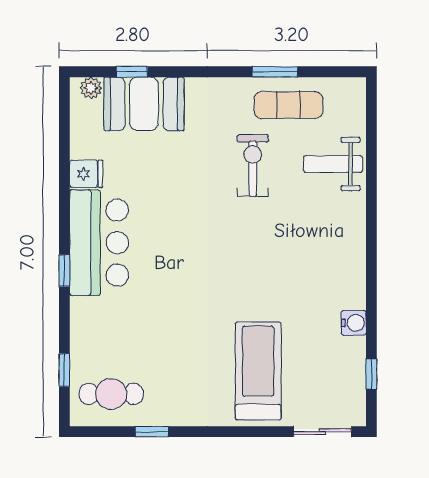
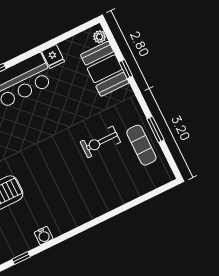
window: (132, 72) -> (126, 69), moved
weight bench: (333, 164) -> (122, 184), removed
exercise bike: (253, 166) -> (100, 142), turned 180

